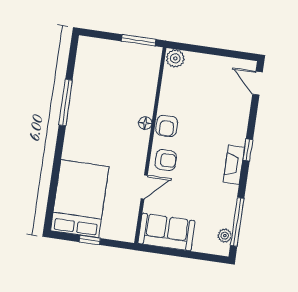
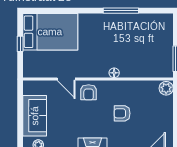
armchair: (167, 126) -> (122, 113), moved
sofa: (166, 232) -> (35, 116), moved

